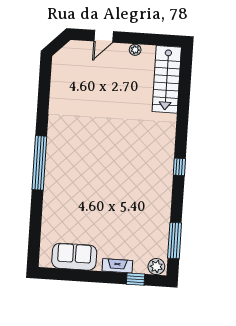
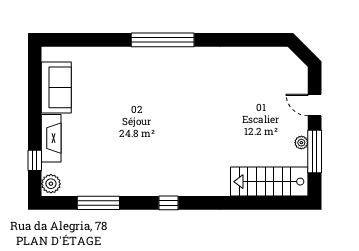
window: (143, 39) -> (315, 151), added
window: (175, 240) -> (98, 203), moved
fireplace: (117, 266) -> (51, 138), width x1.37, depth x1.32

